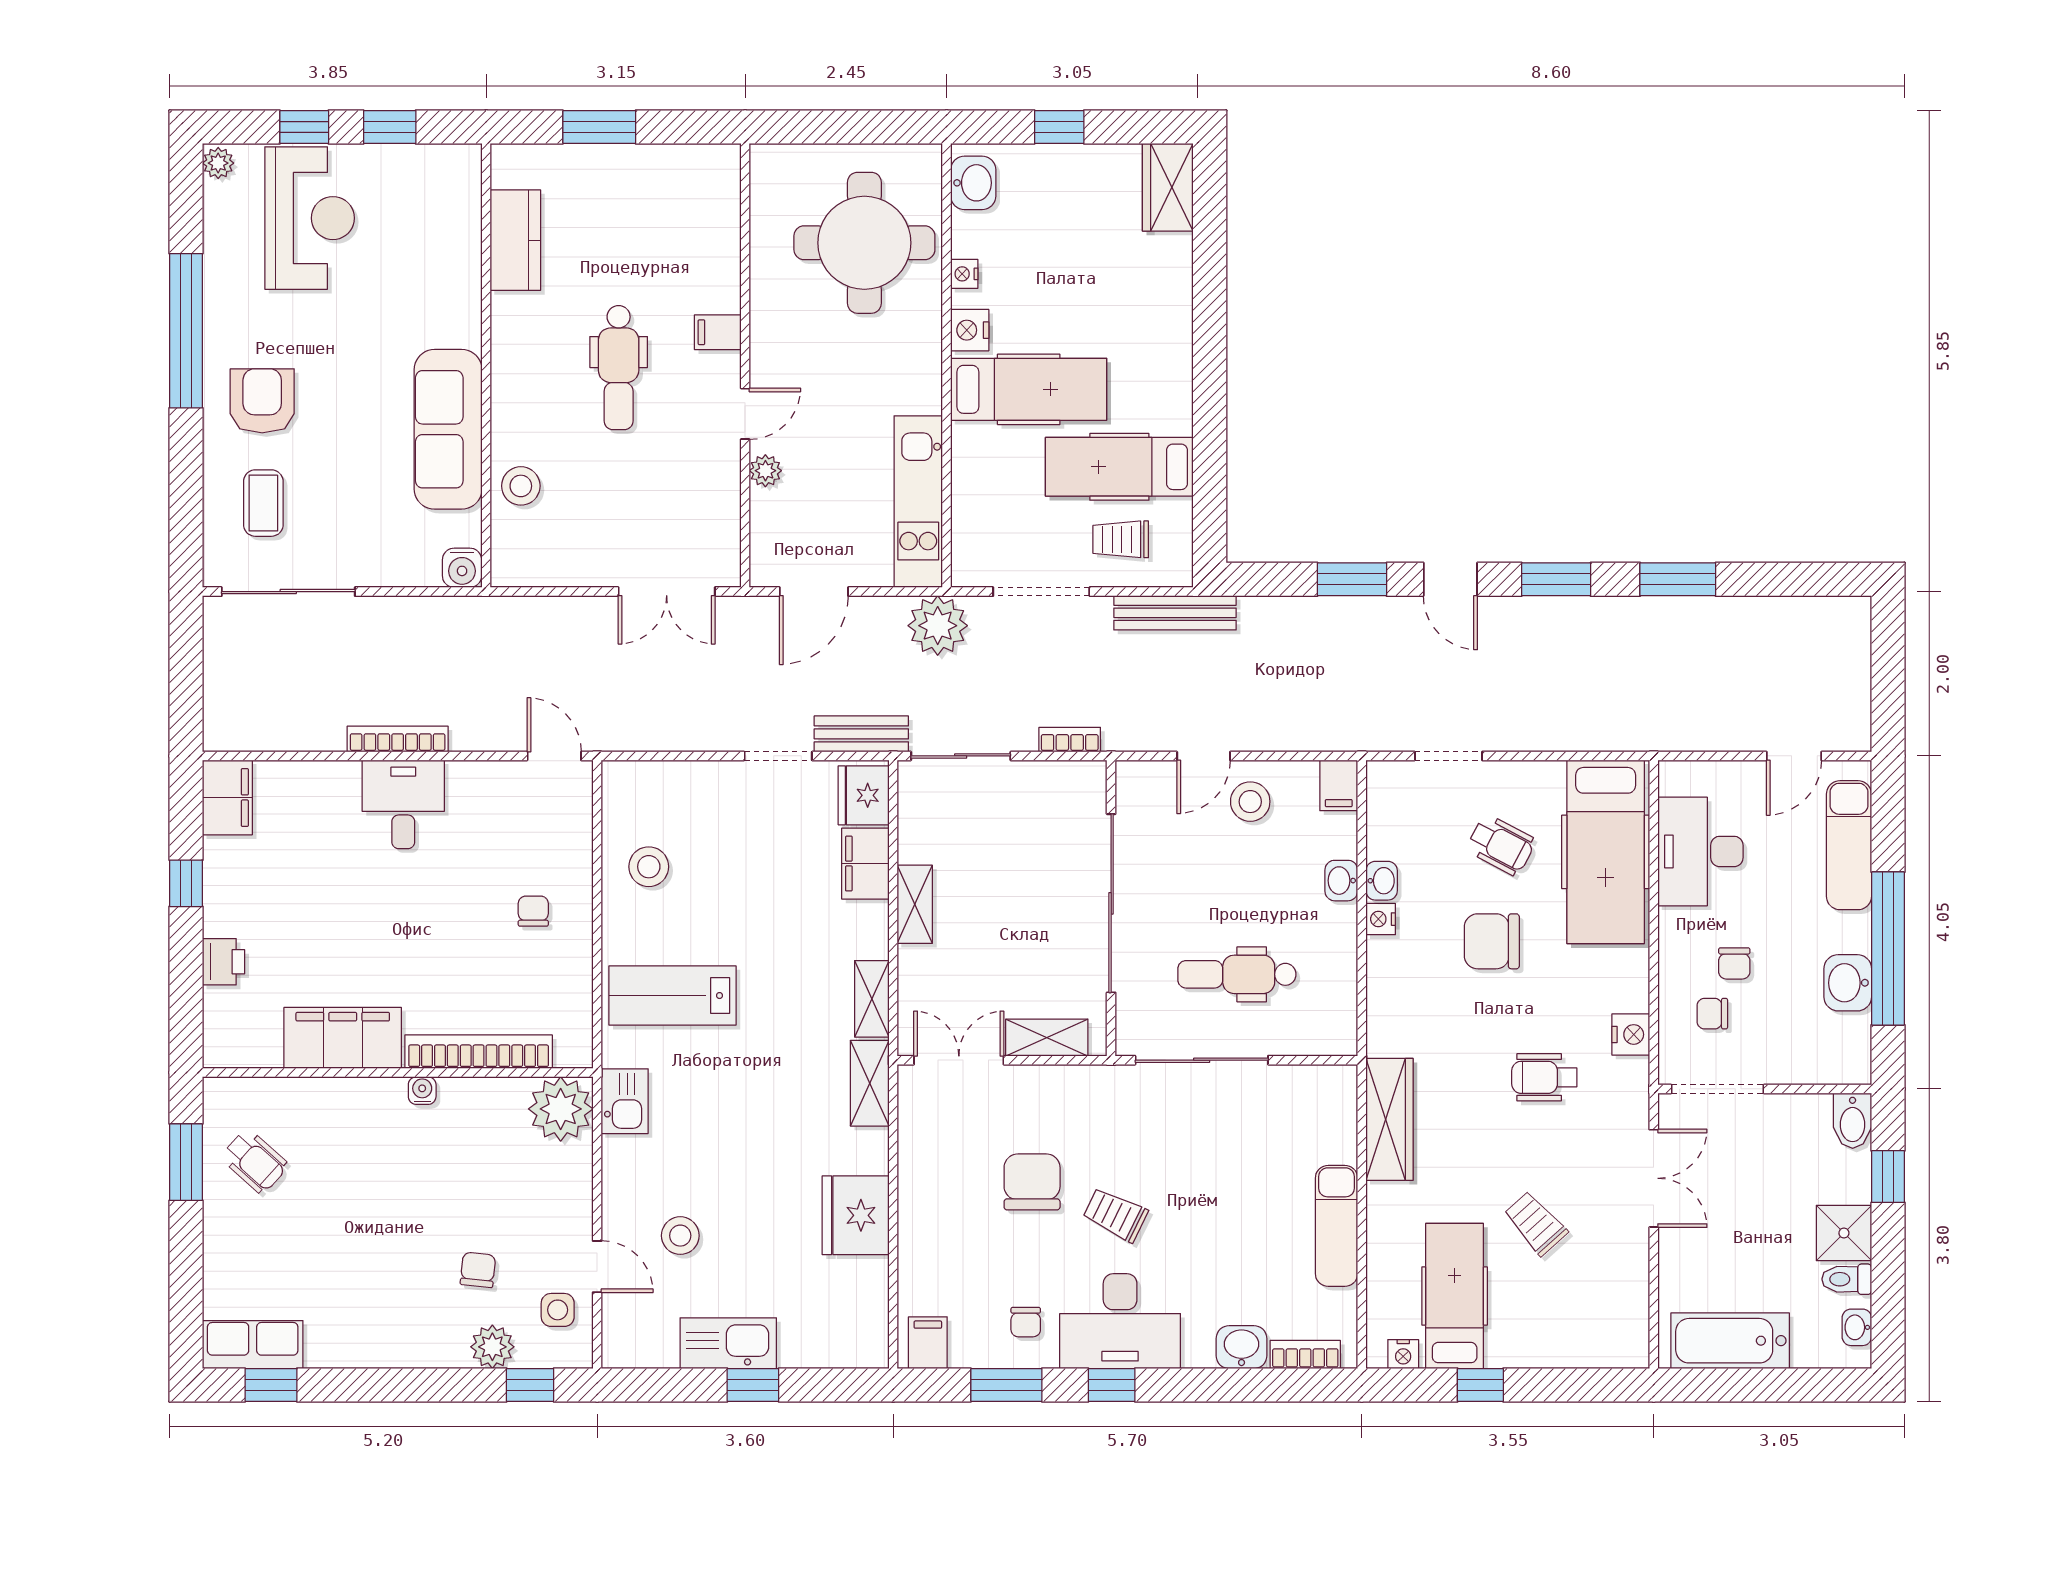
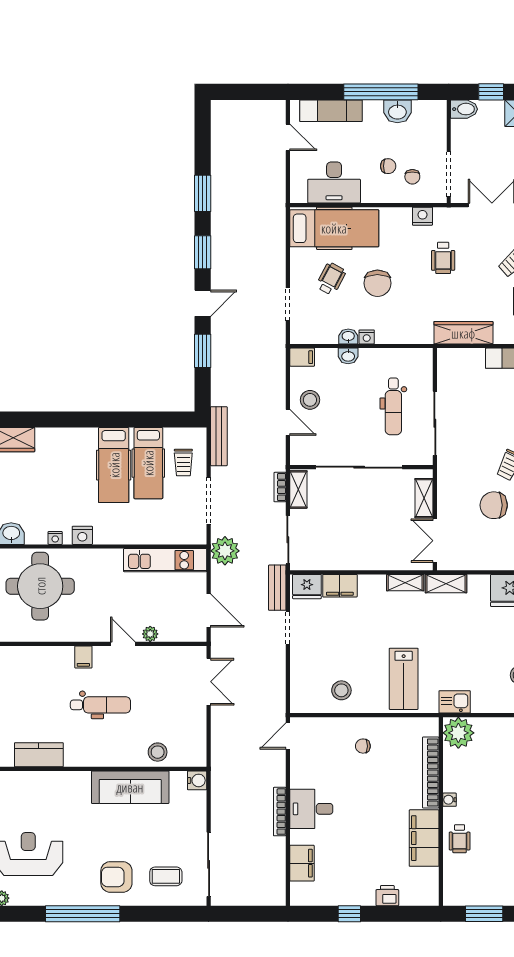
hospital bed: (1029, 389) -> (114, 465), moved, turned 180
filing cabinet: (227, 797) -> (302, 863), moved, turned 90
shelving: (915, 904) -> (298, 489), moved, turned 90
wheelchair: (255, 1161) -> (460, 839), moved, turned 138

